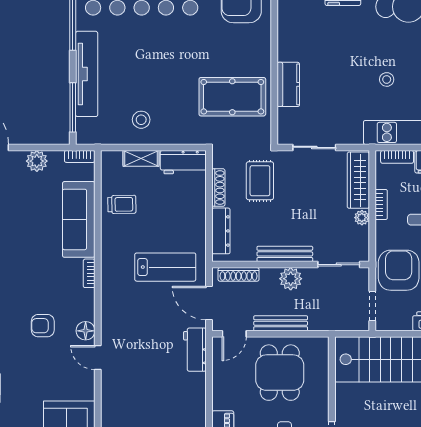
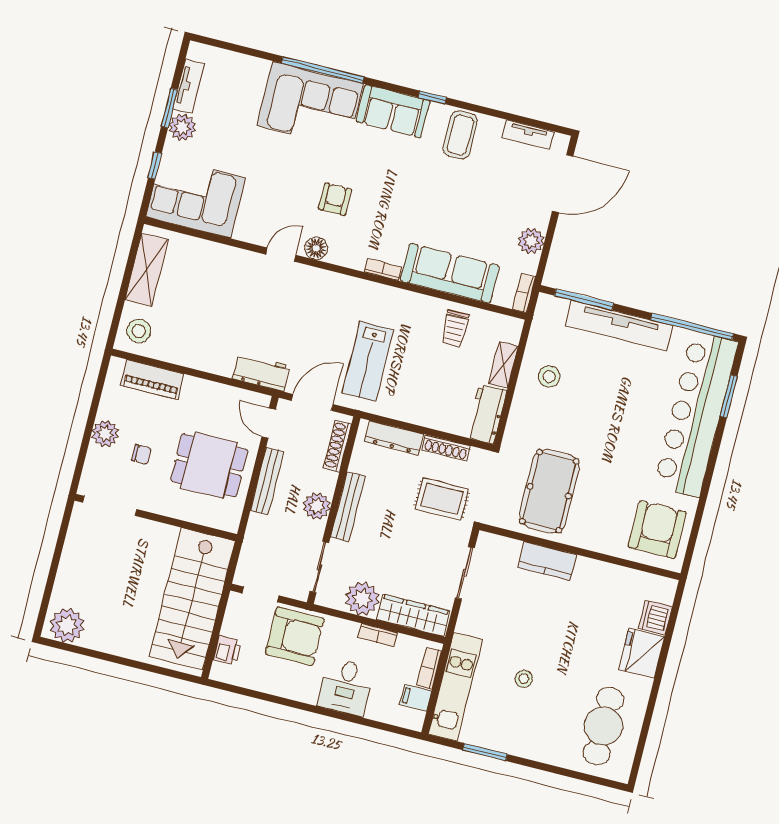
plant: (362, 218) -> (362, 599), width x1.87, depth x1.87

